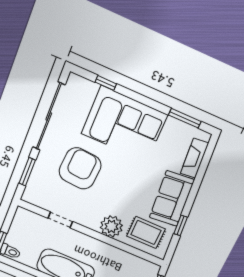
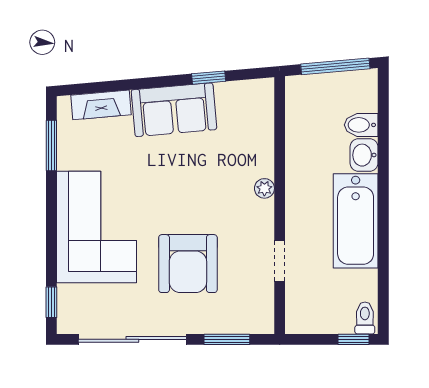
window: (106, 83) -> (51, 302), moved
armchair: (80, 168) -> (188, 264), turned -94
plant: (111, 226) -> (264, 188), width x0.53, depth x0.53
rug: (146, 232) -> (242, 124), removed

